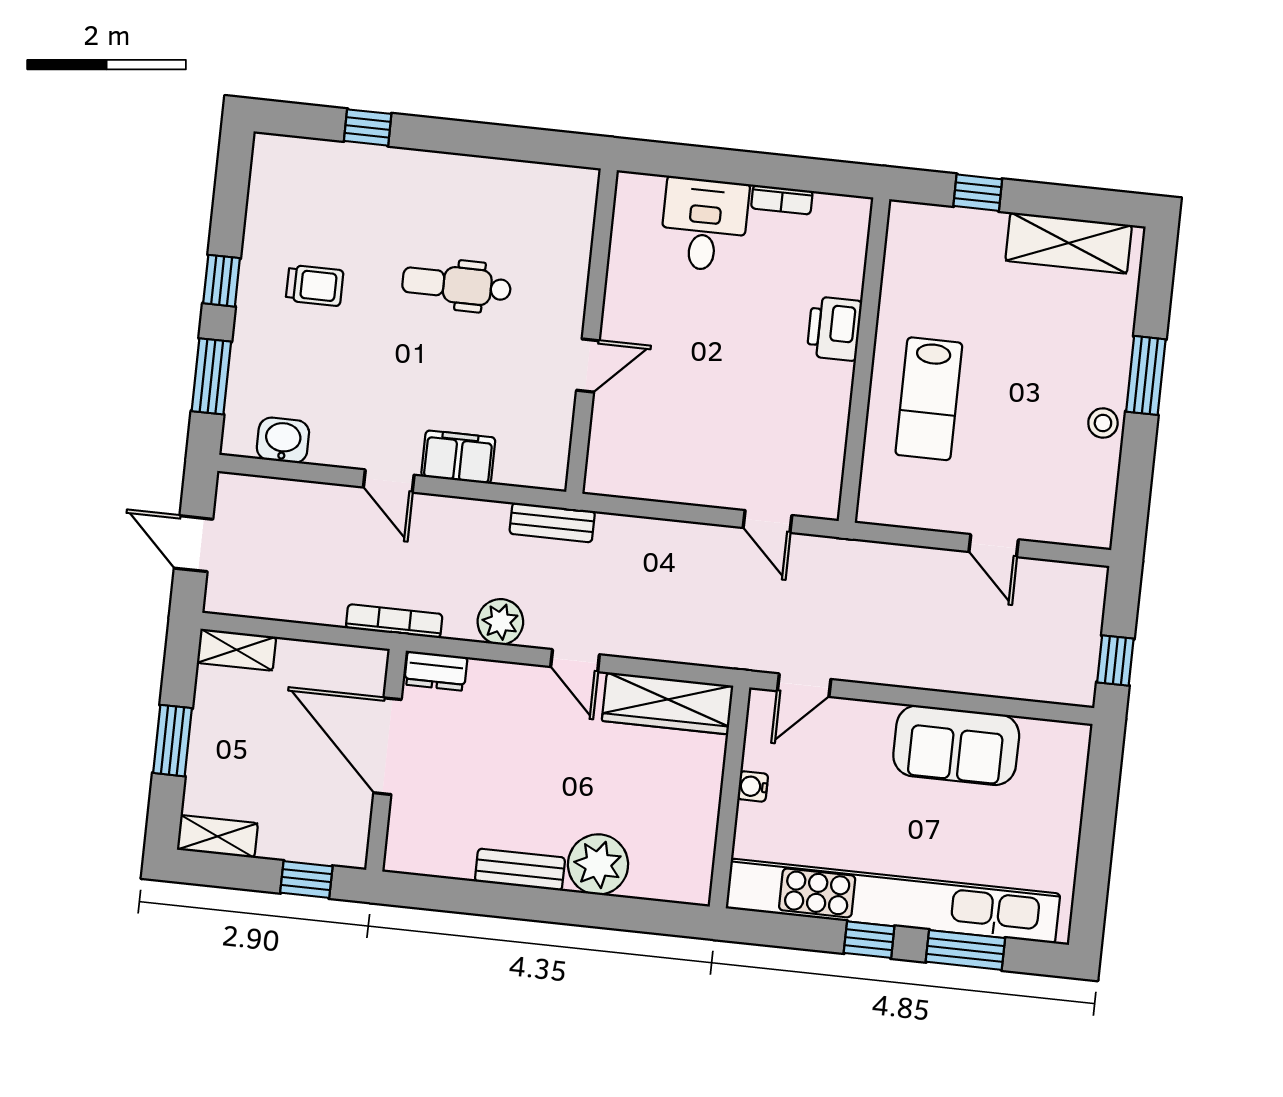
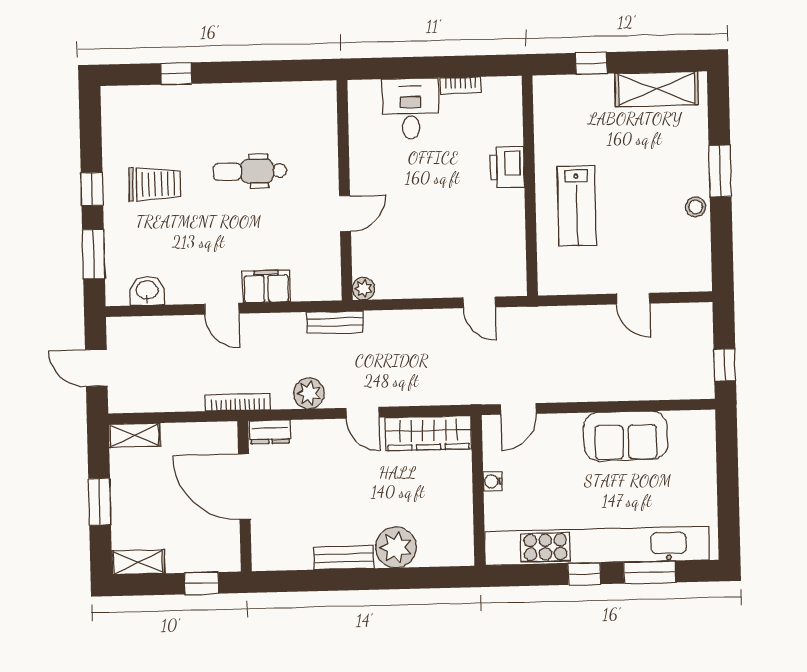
trolley: (315, 285) -> (155, 184), width x1.36, depth x1.39
plant: (600, 479) -> (363, 289), added

